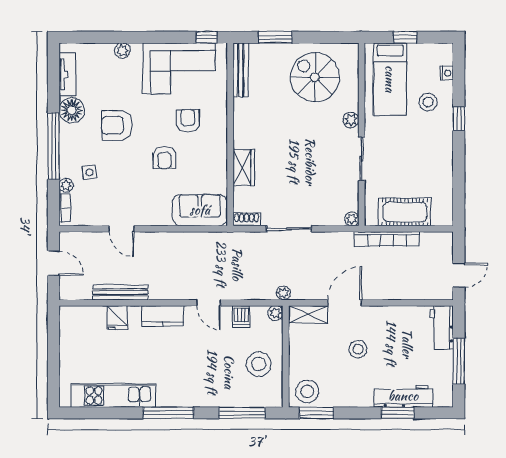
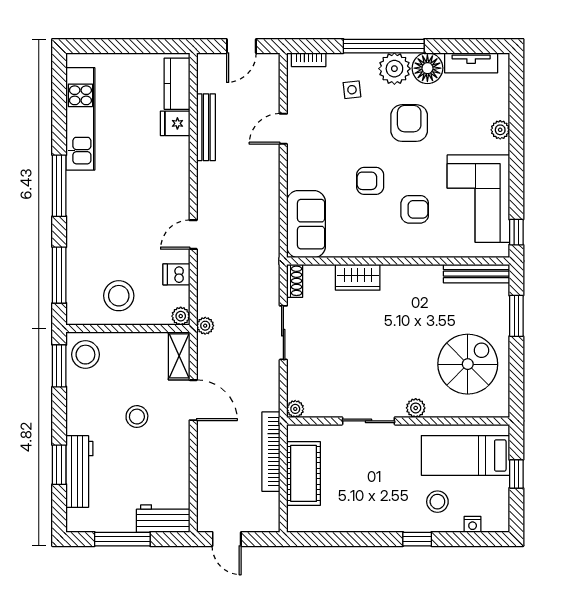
plant: (66, 185) -> (394, 69), moved, width x1.88, depth x1.88
kitchen counter: (163, 316) -> (177, 84), moved

